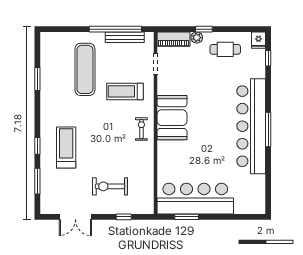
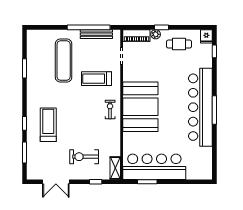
booth: (172, 118) -> (140, 107), width x1.36, depth x1.42
shelving: (148, 200) -> (115, 168), added

